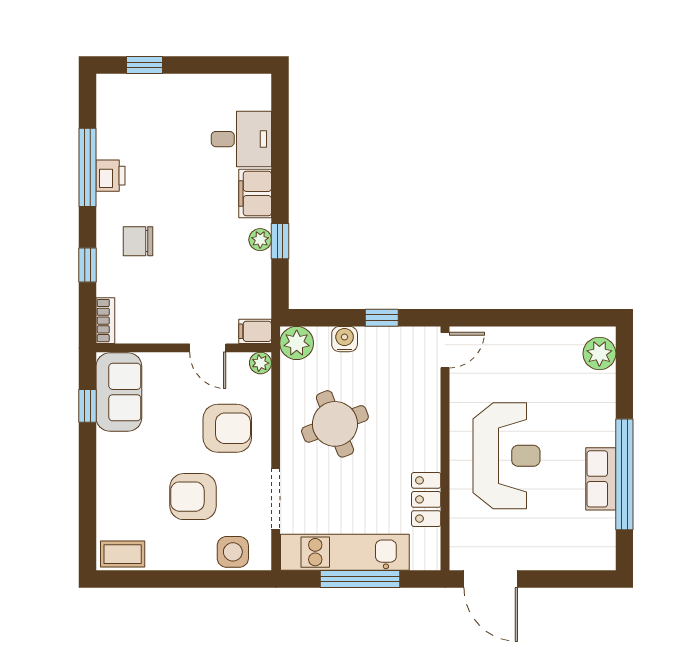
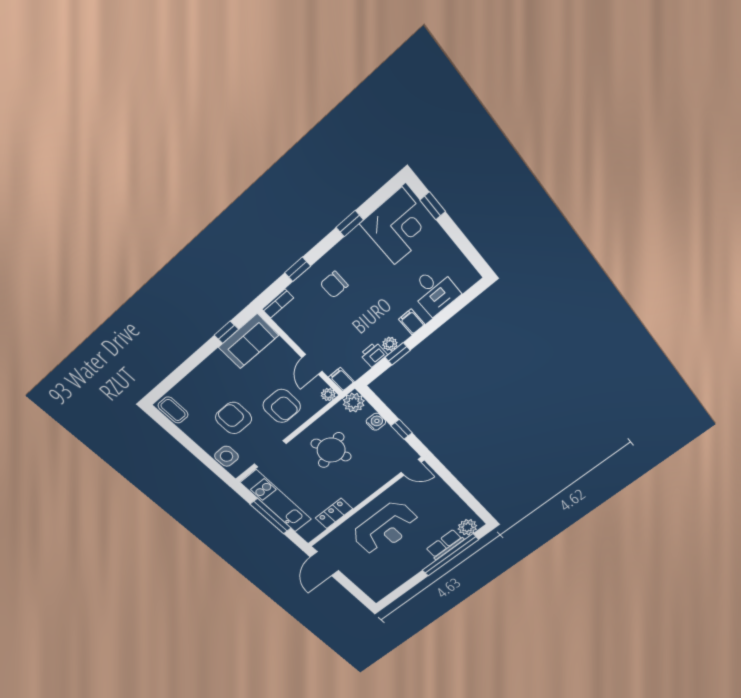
corner desk: (135, 119) -> (398, 226), added
window: (88, 167) -> (350, 224), width x0.46
printer: (111, 176) -> (374, 355), moved, turned 180
filing cabinet: (255, 193) -> (412, 322), width x0.50
chair: (138, 241) -> (334, 285), turned -90
window: (624, 474) -> (450, 555), moved
row of seats: (601, 479) -> (445, 544), moved

